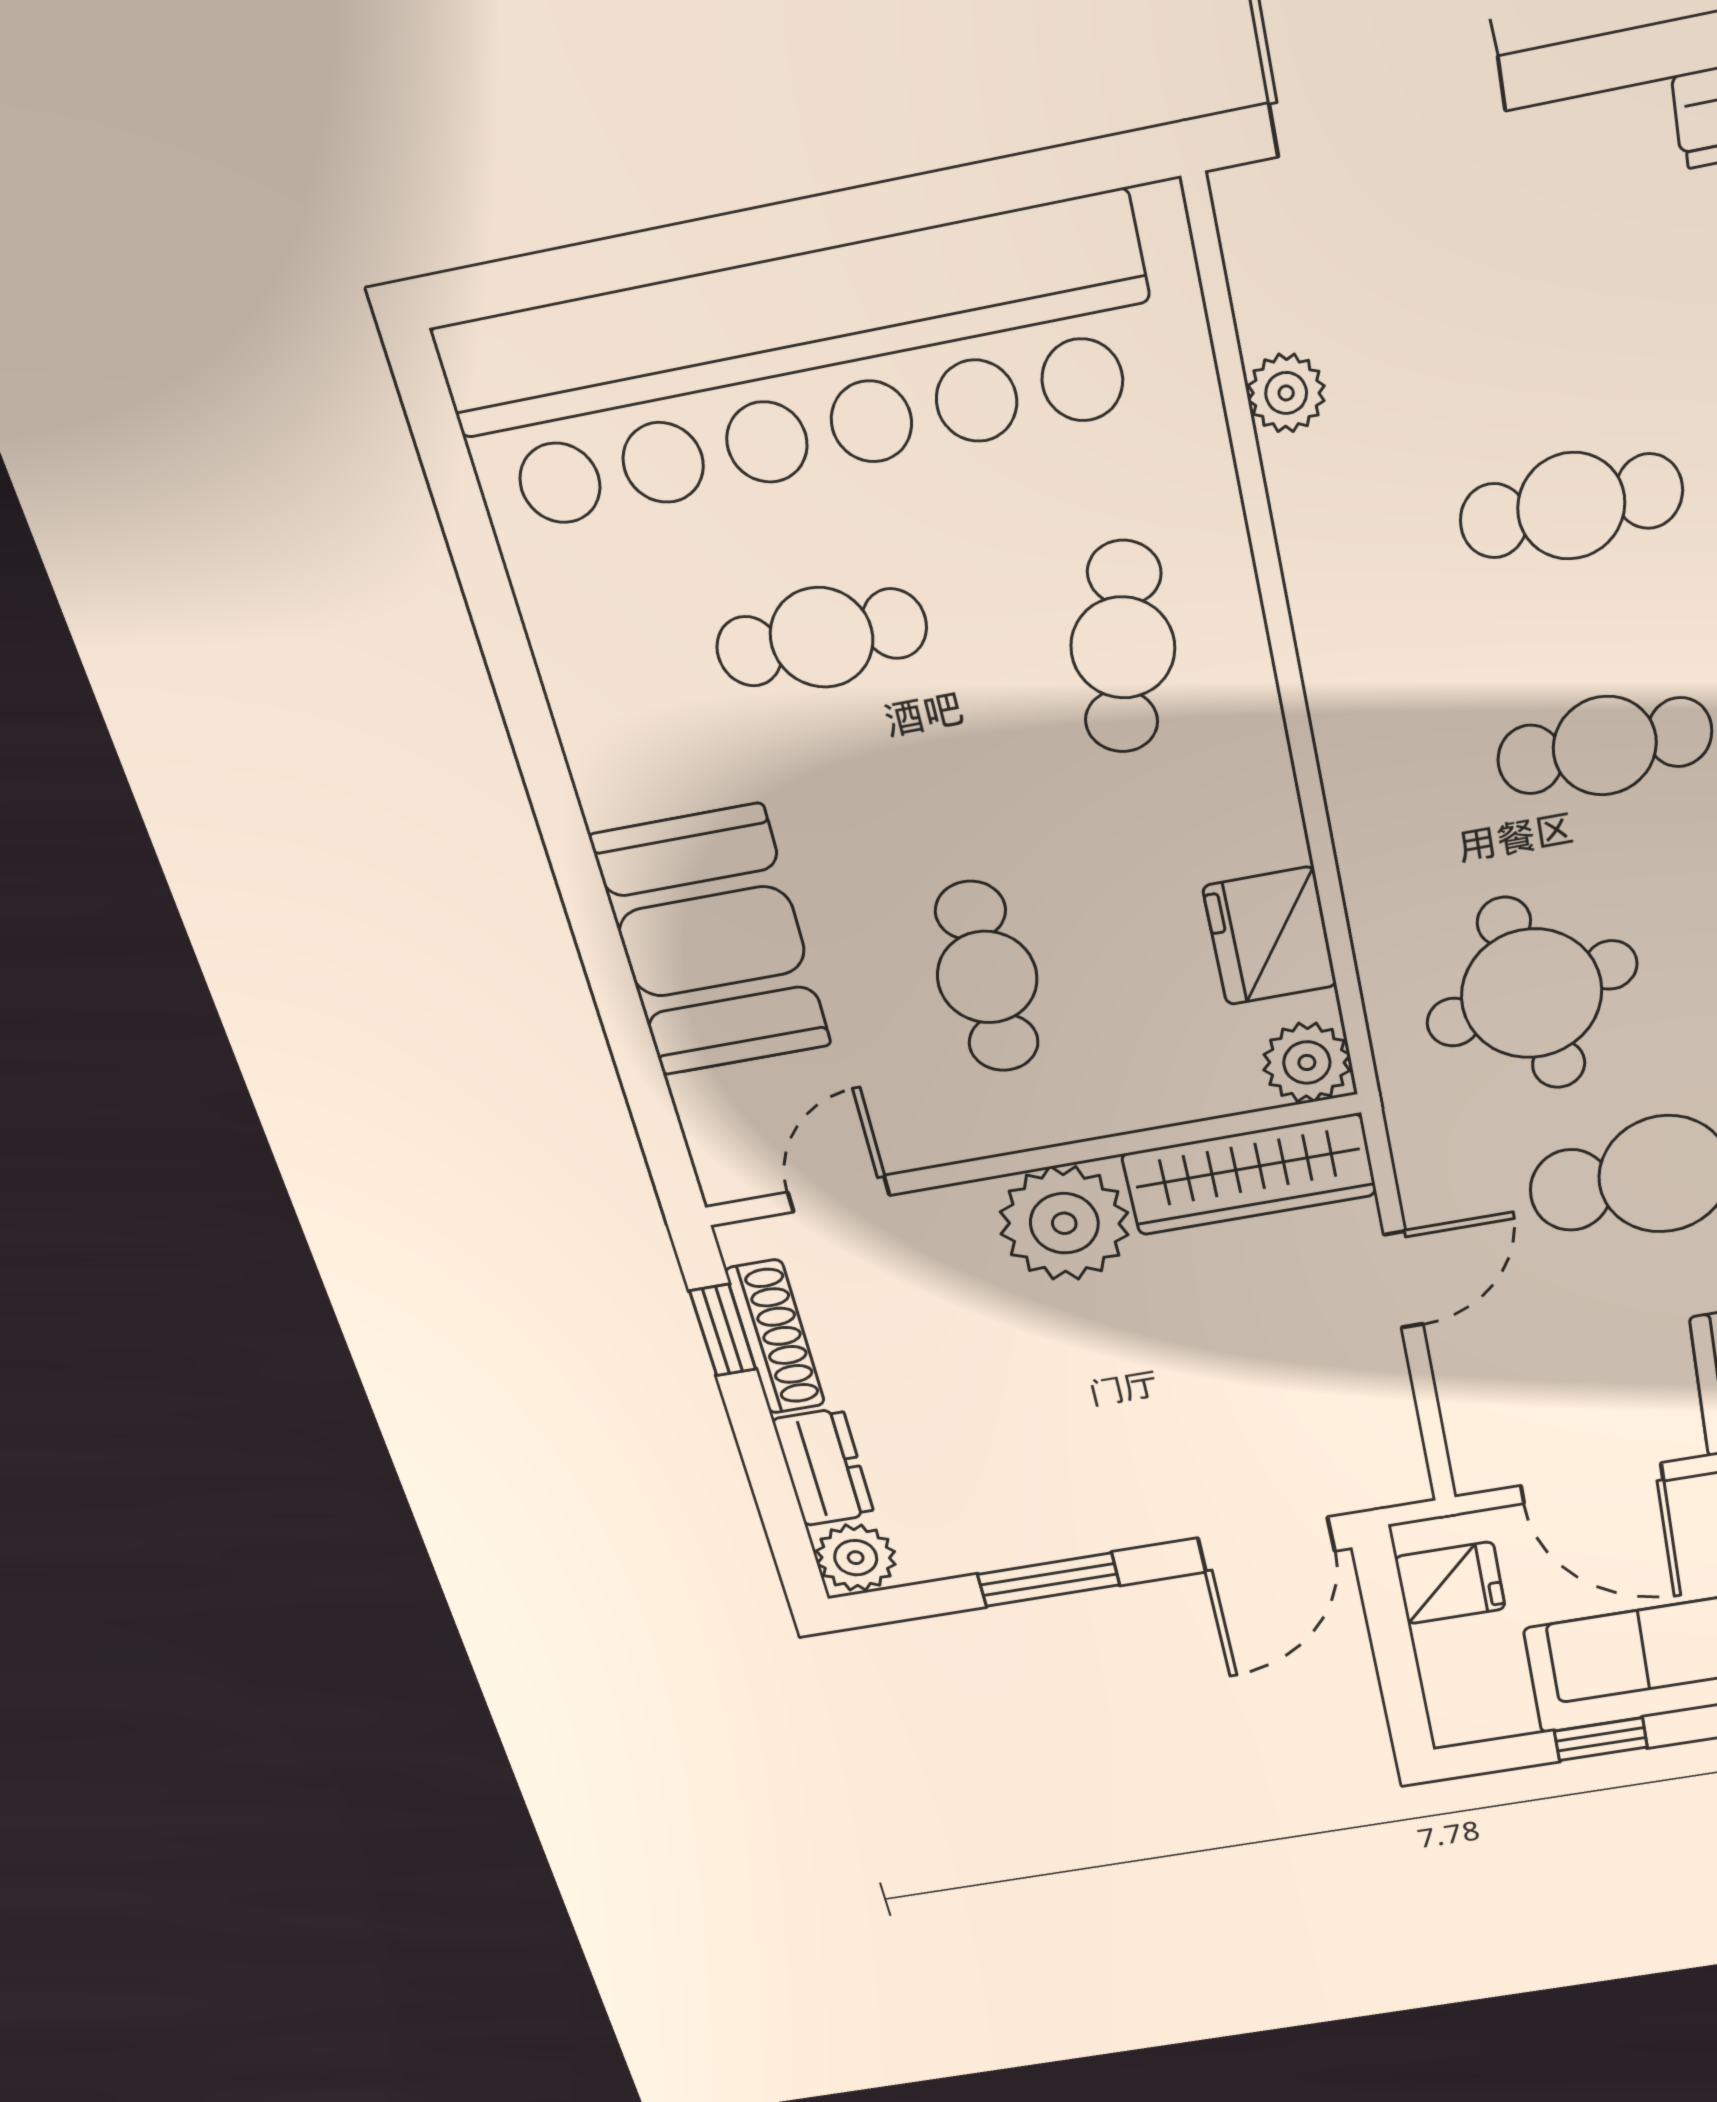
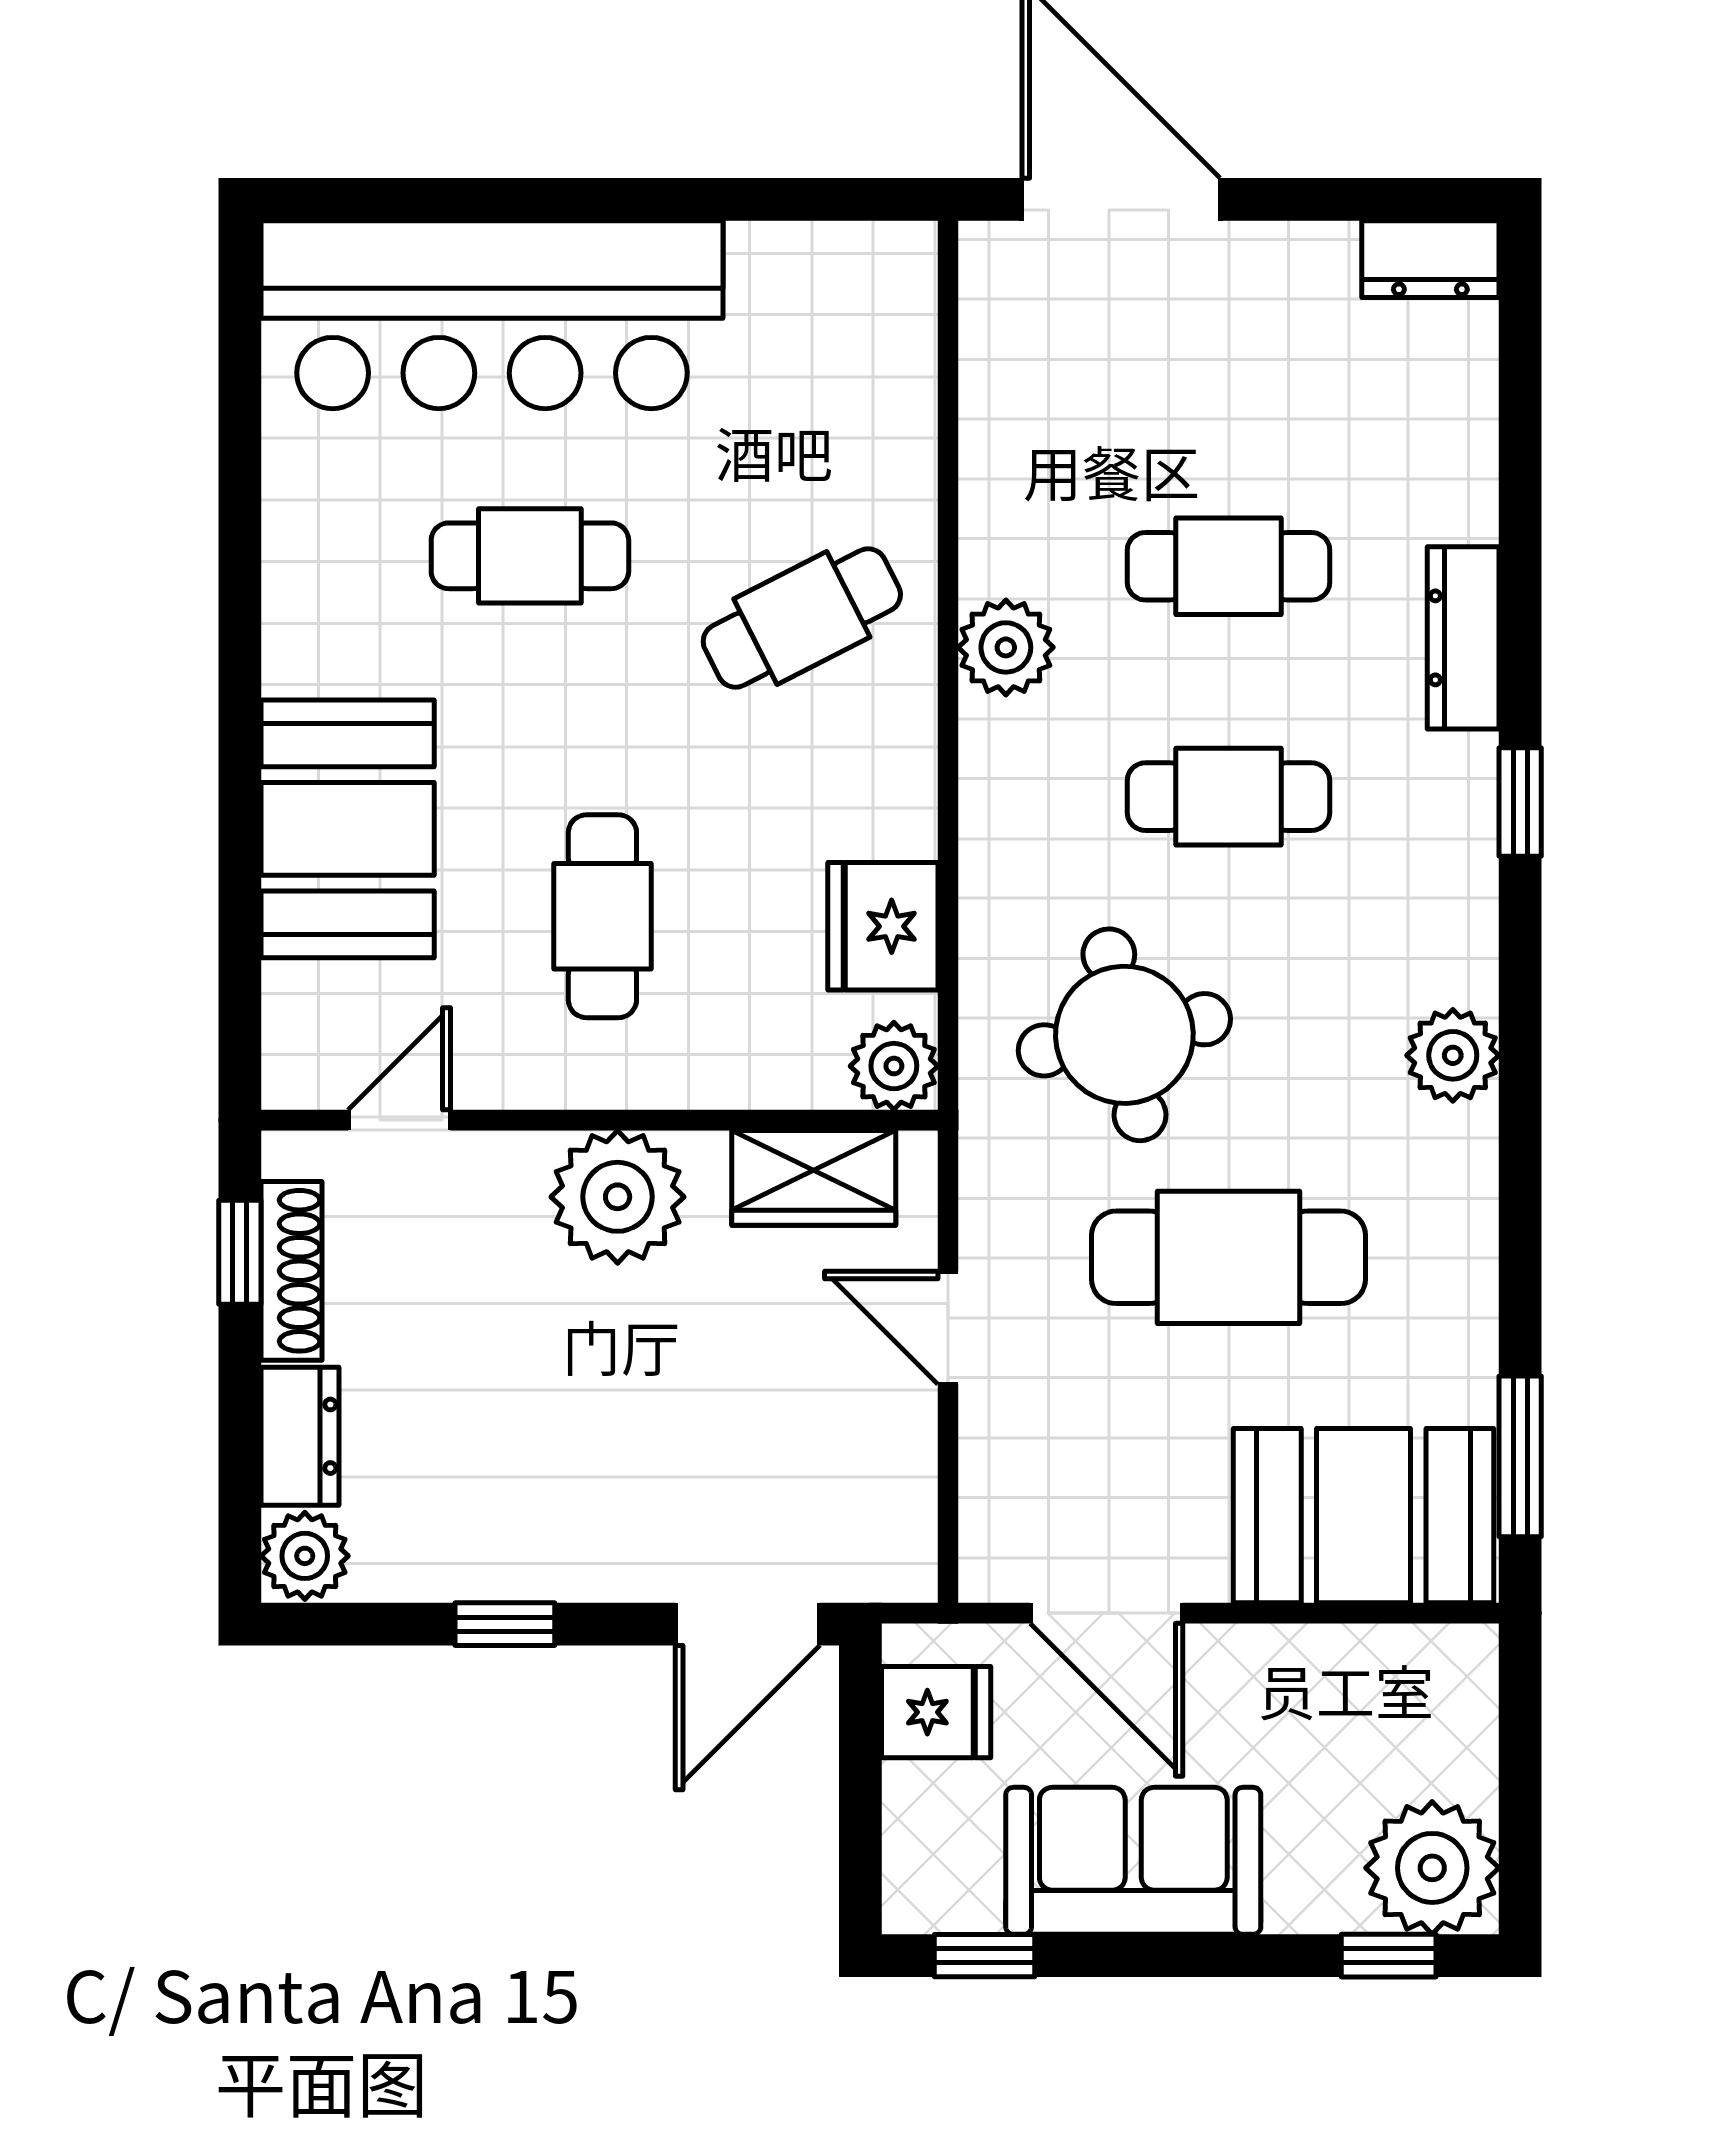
bar counter: (802, 366) -> (492, 315), width x0.73
plant: (1286, 393) -> (1006, 647), moved, width x1.38, depth x1.38
cafe table: (1123, 648) -> (802, 618), turned 50
wardrobe: (1249, 1175) -> (814, 1178), width x0.67
door: (1403, 1280) -> (948, 1328), swing flipped
window: (1049, 1580) -> (505, 1624), width x0.67
window: (1601, 1739) -> (984, 1956), moved

